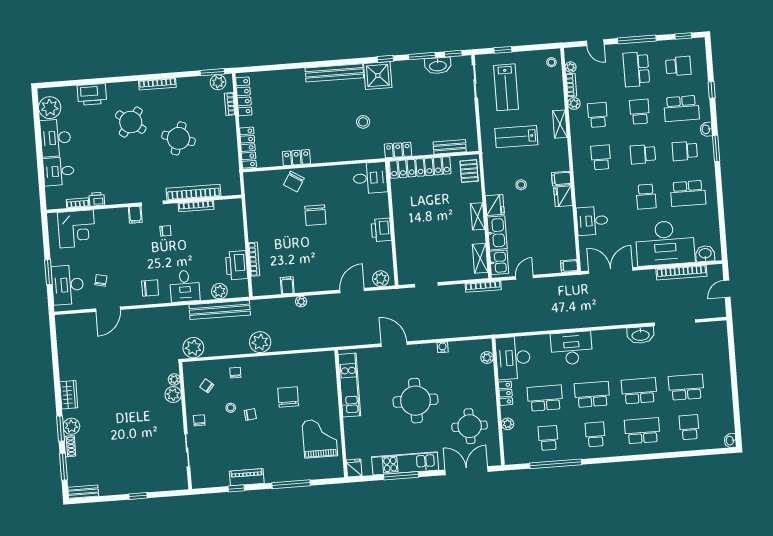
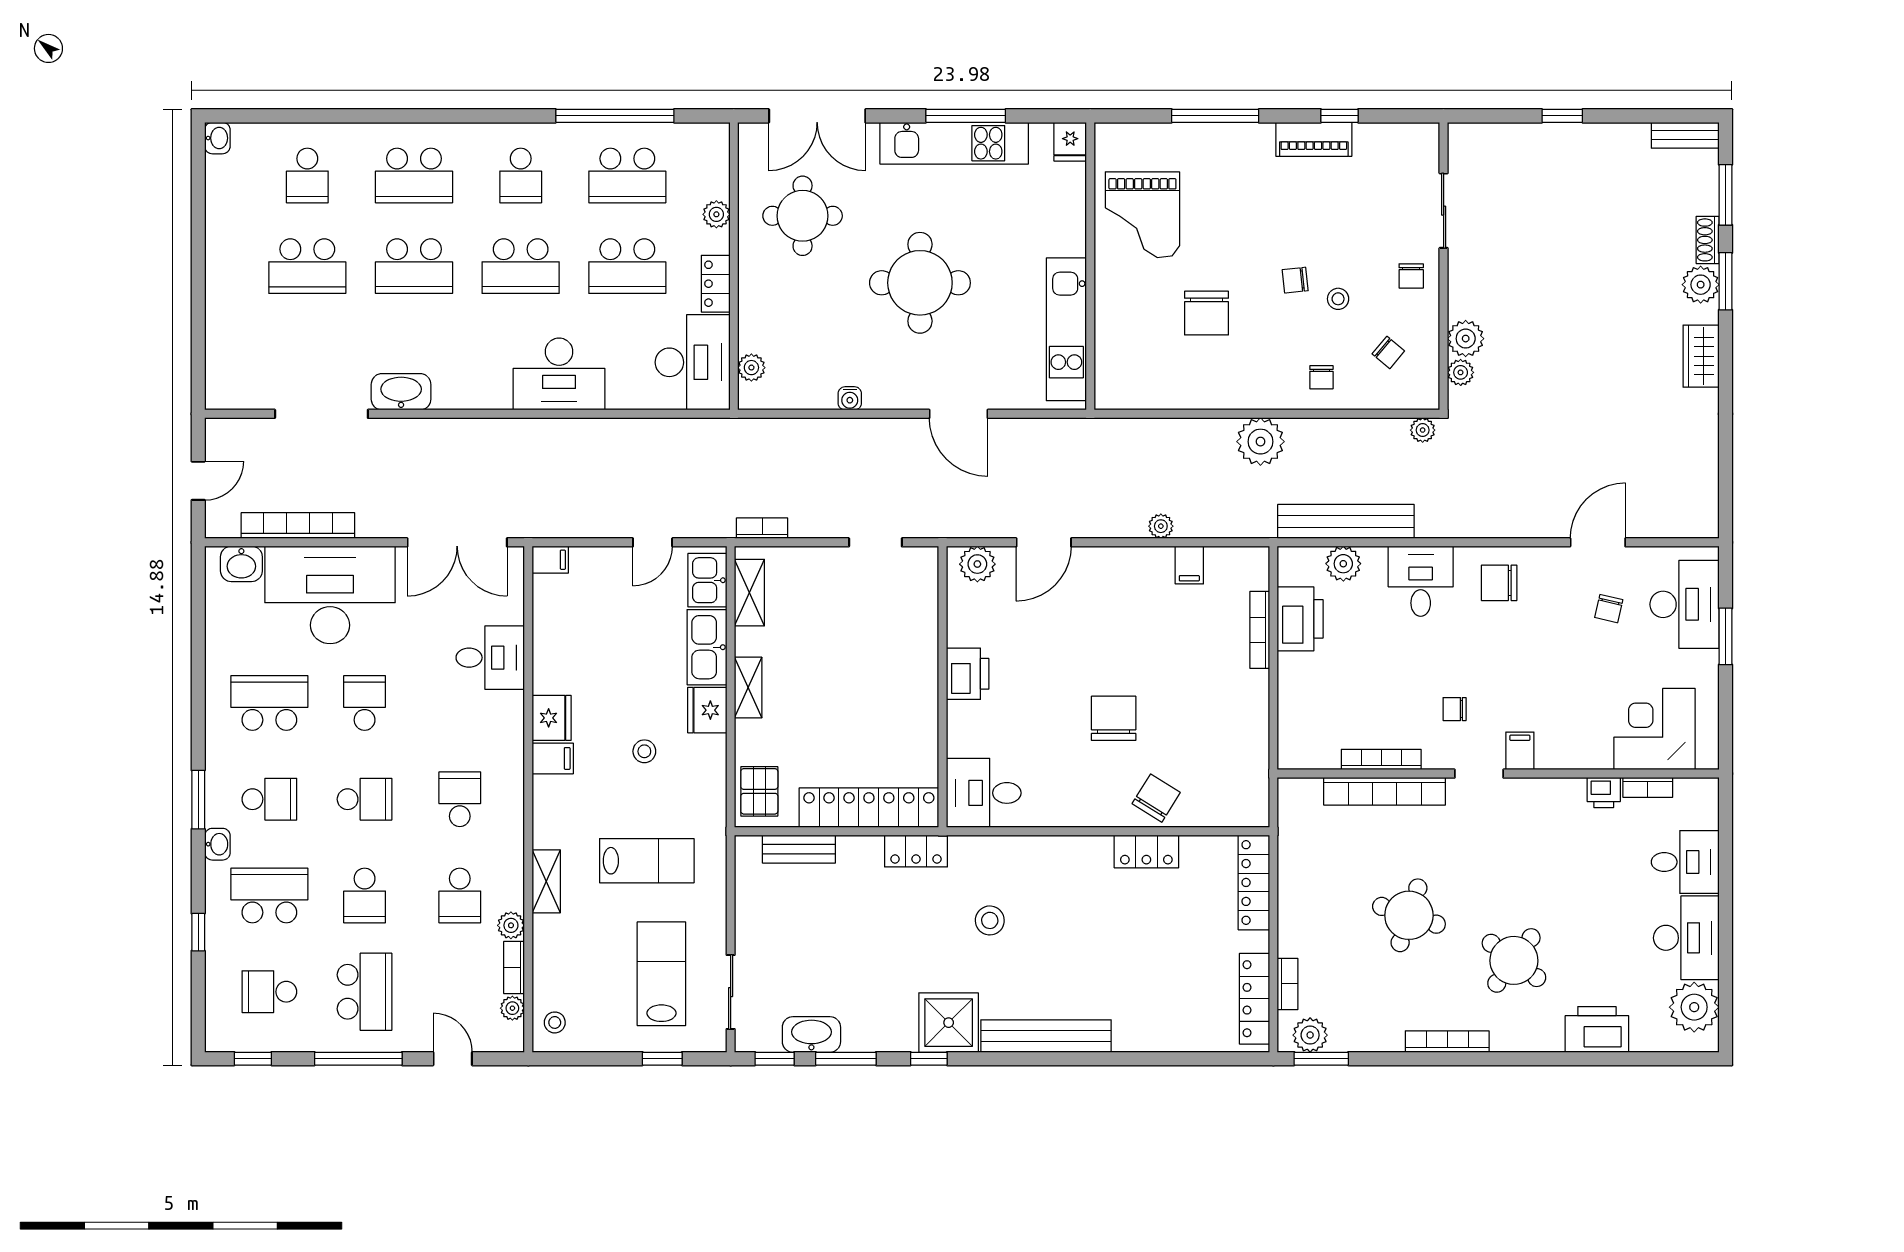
school desk: (601, 157) -> (460, 799), turned 180
bookcase: (483, 287) -> (762, 528), width x0.64
plant: (193, 348) -> (1423, 430), width x0.53, depth x0.53
school desk: (548, 438) -> (627, 175), width x1.85

